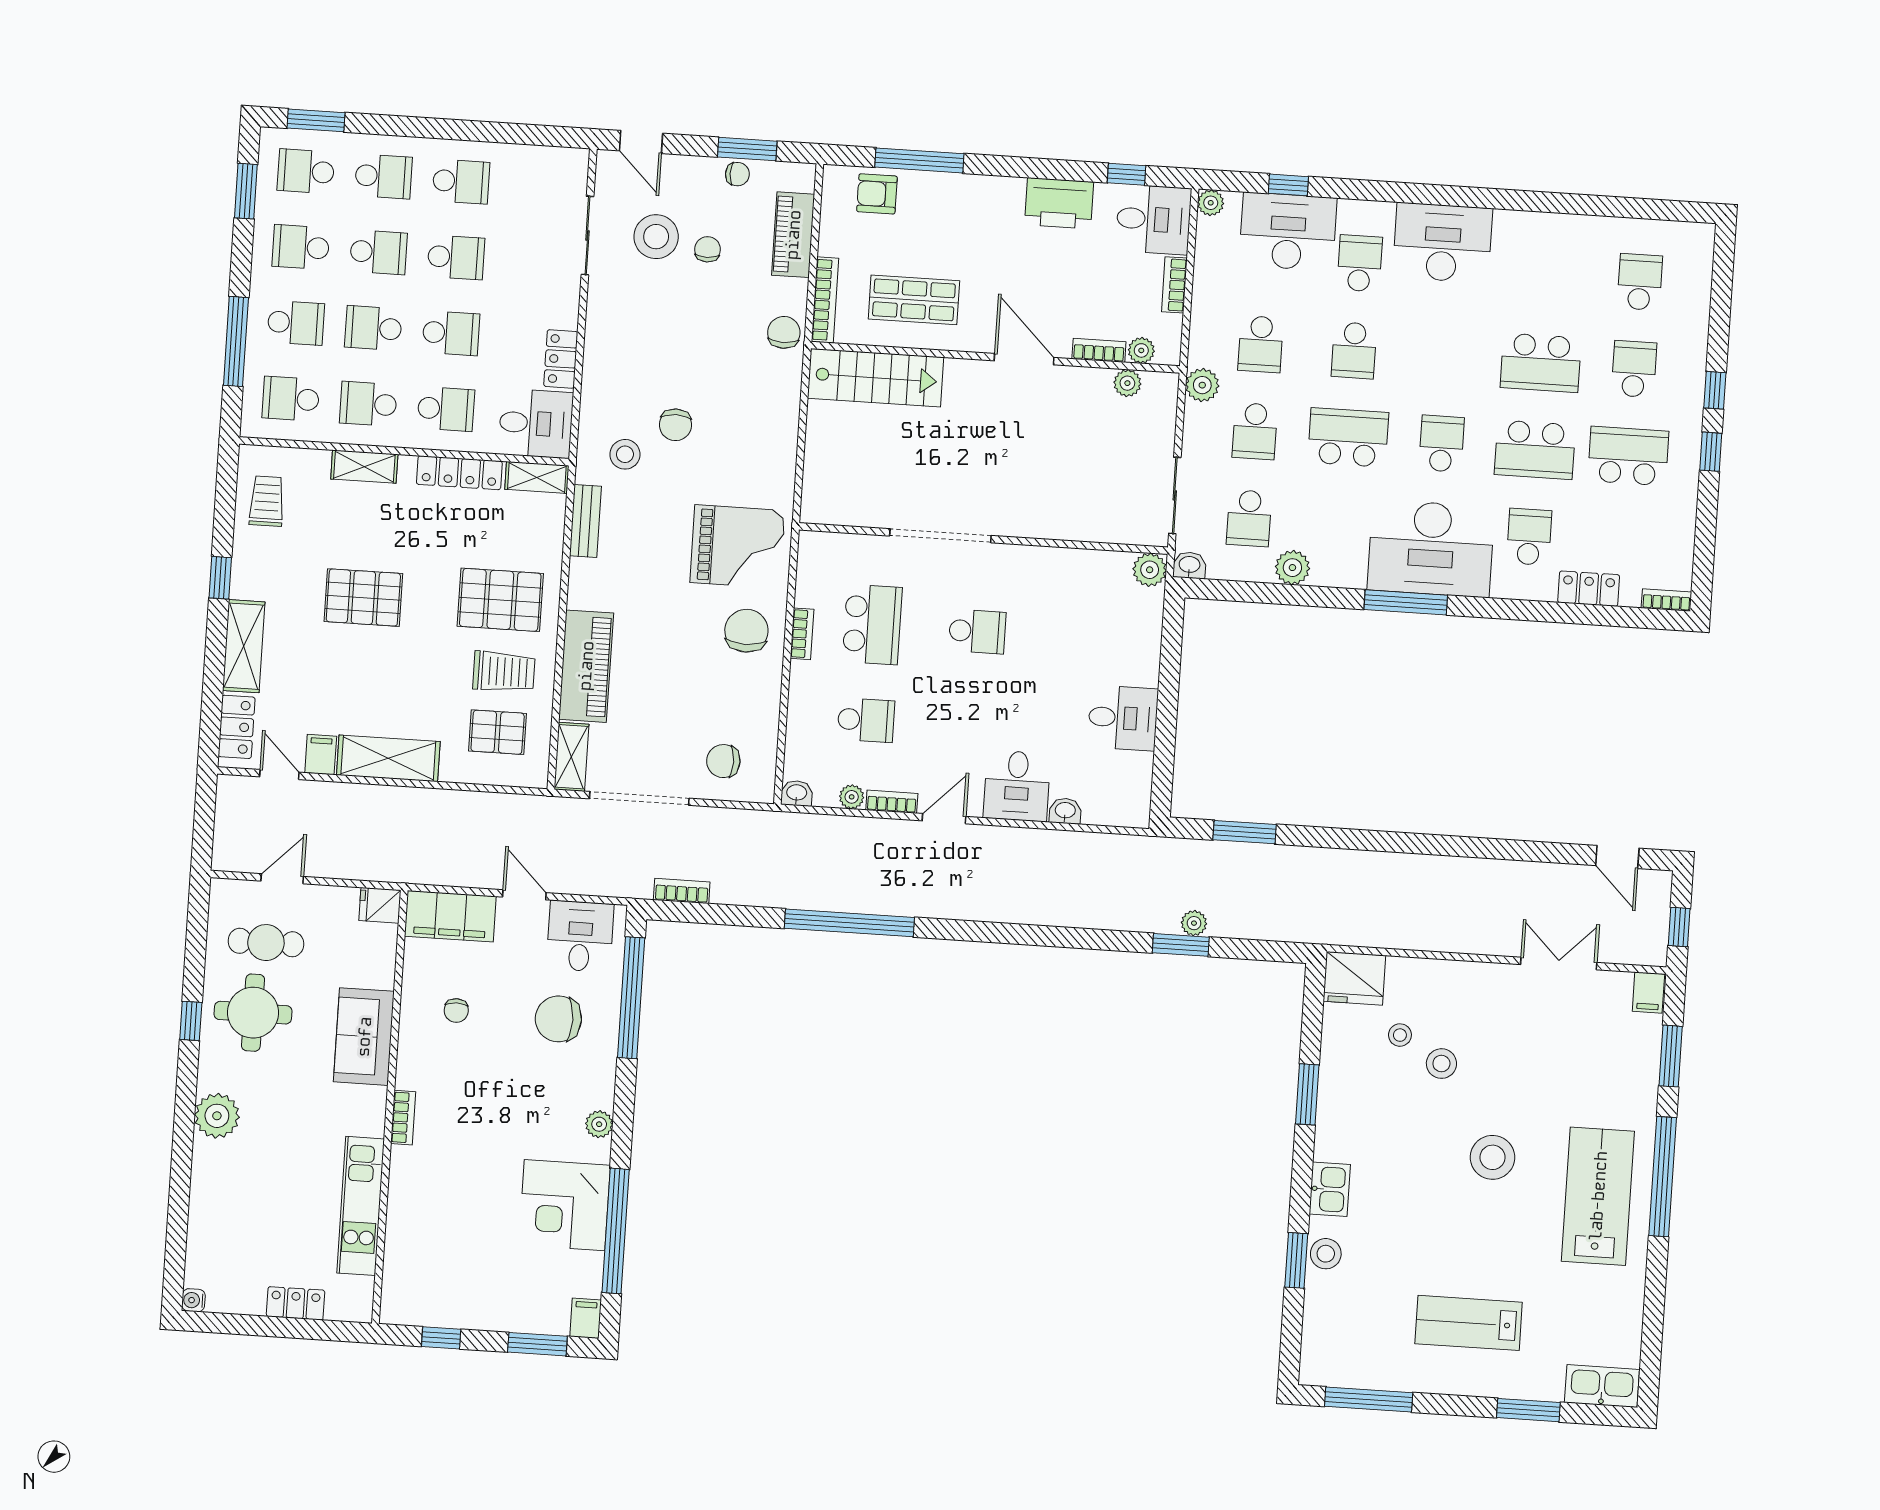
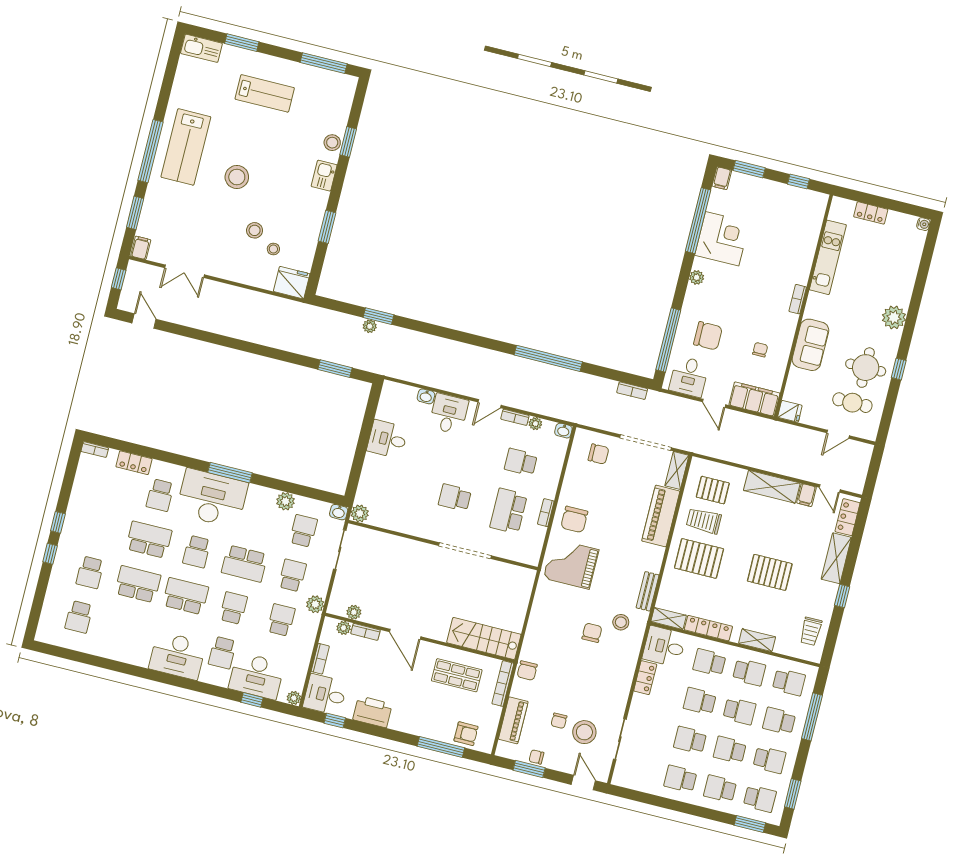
school desk: (1628, 456) -> (186, 596), moved, turned 180

